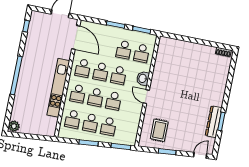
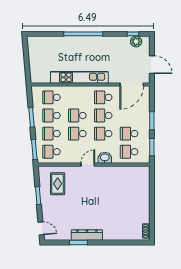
school desk: (78, 94) -> (51, 152), moved
dresser: (214, 122) -> (87, 235), moved
plant: (14, 126) -> (136, 42), moved
rug: (159, 130) -> (58, 184), turned 90

